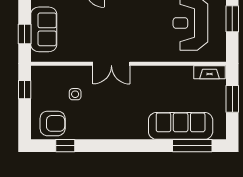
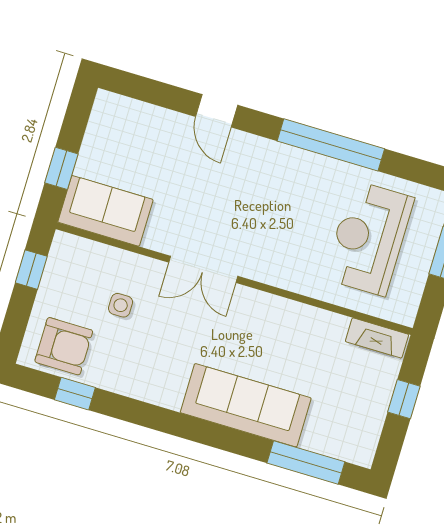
sofa: (44, 29) -> (105, 211), moved, turned -90
window: (232, 99) -> (404, 399), width x0.67
sofa: (181, 126) -> (246, 405), moved

